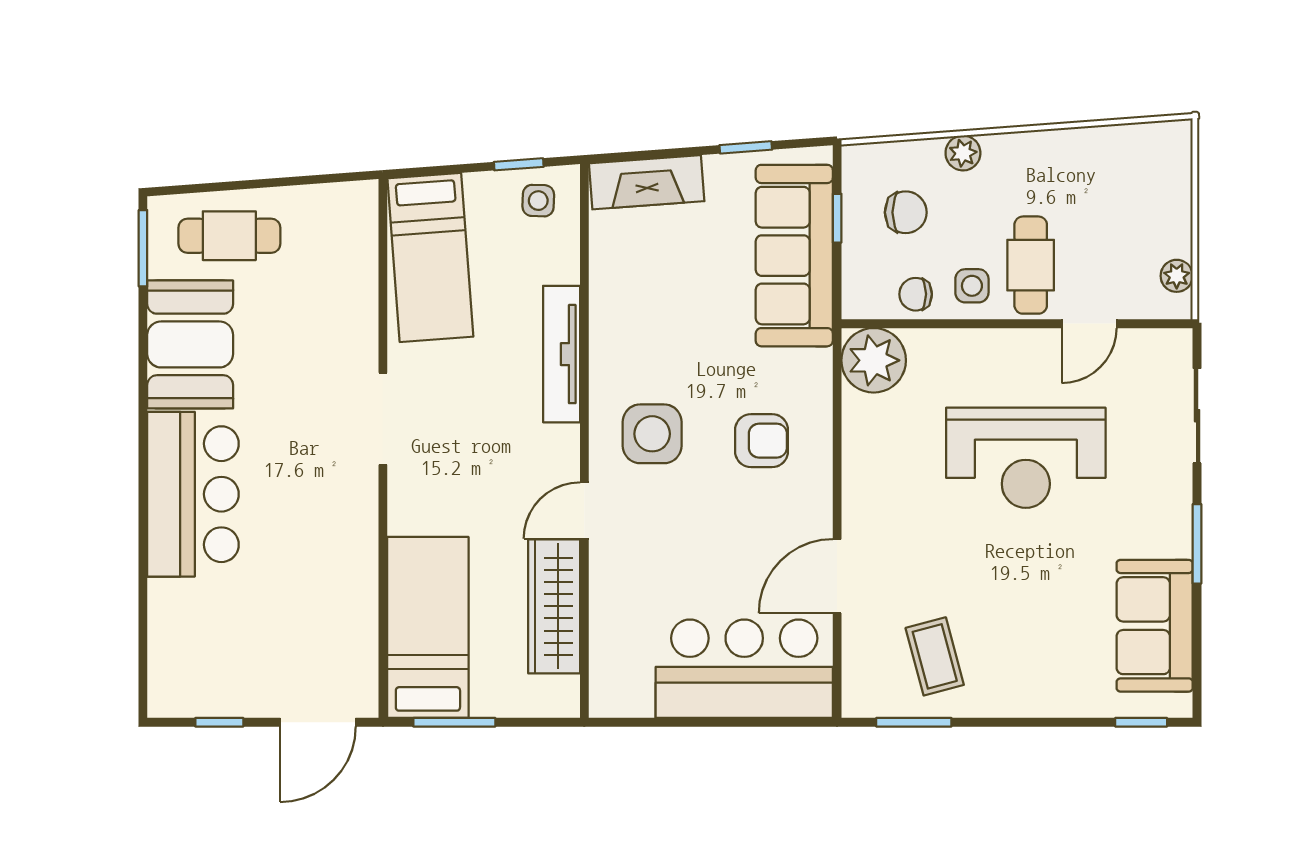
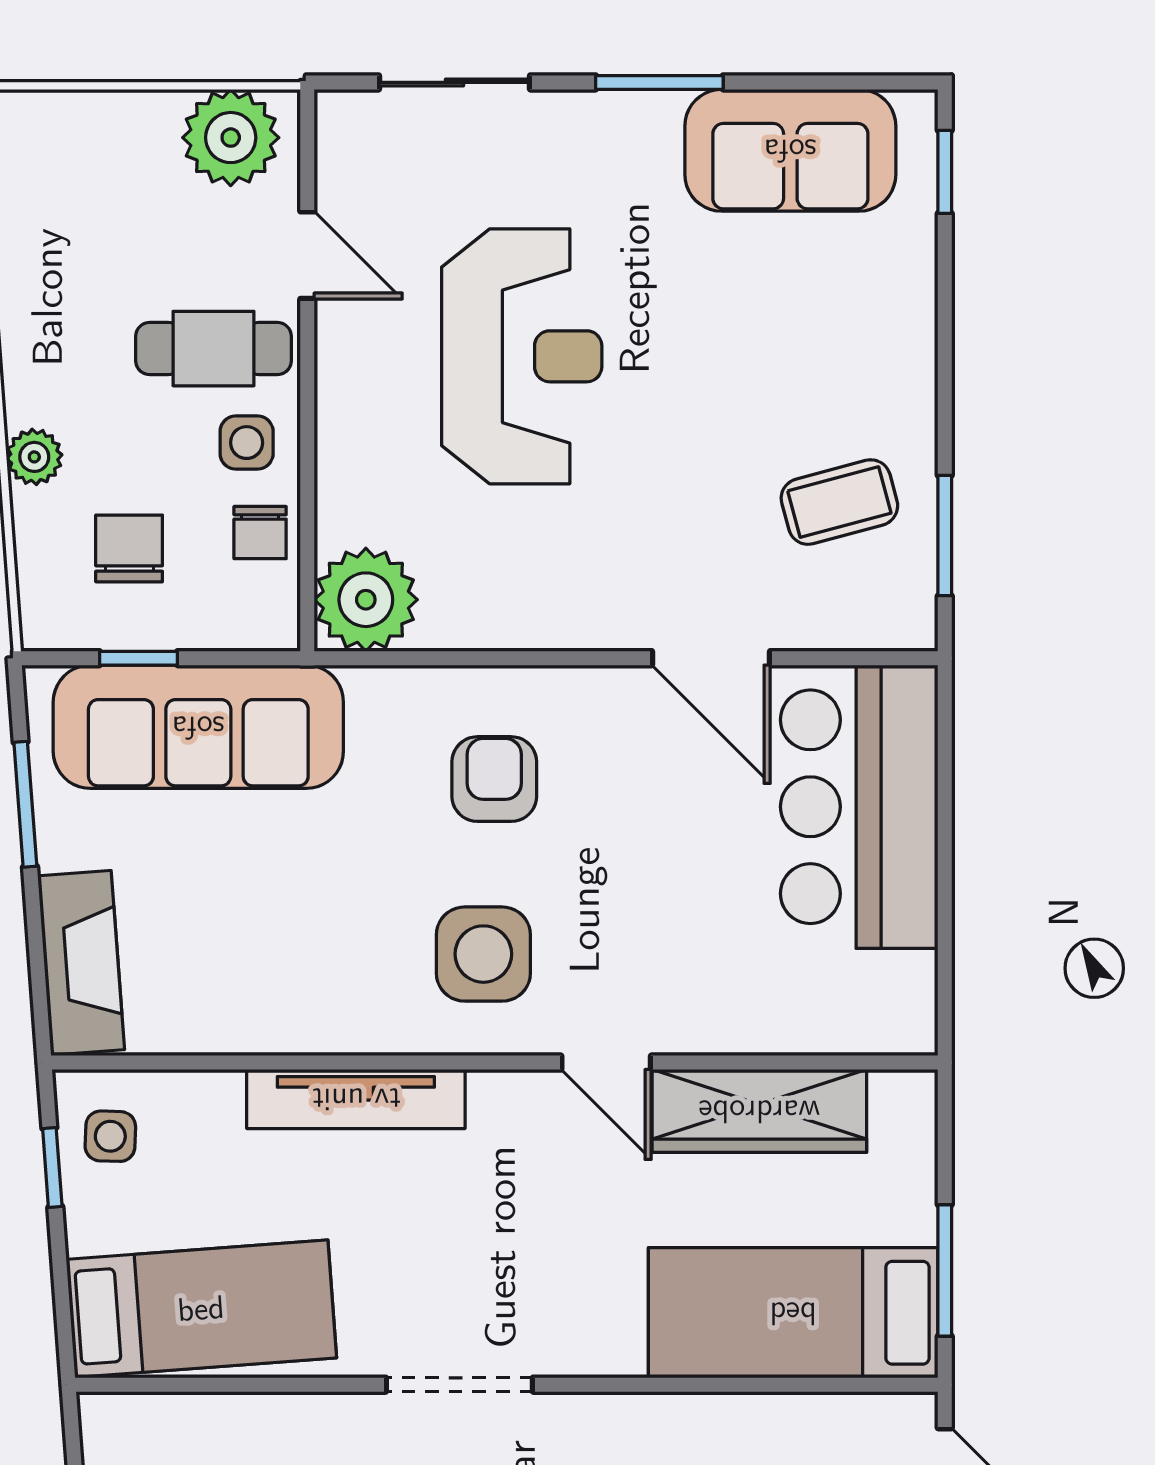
window: (746, 147) -> (25, 804), width x1.50
plant: (1177, 276) -> (231, 138), width x1.88, depth x1.88

